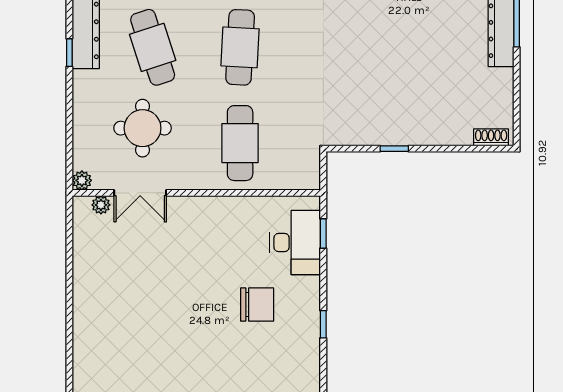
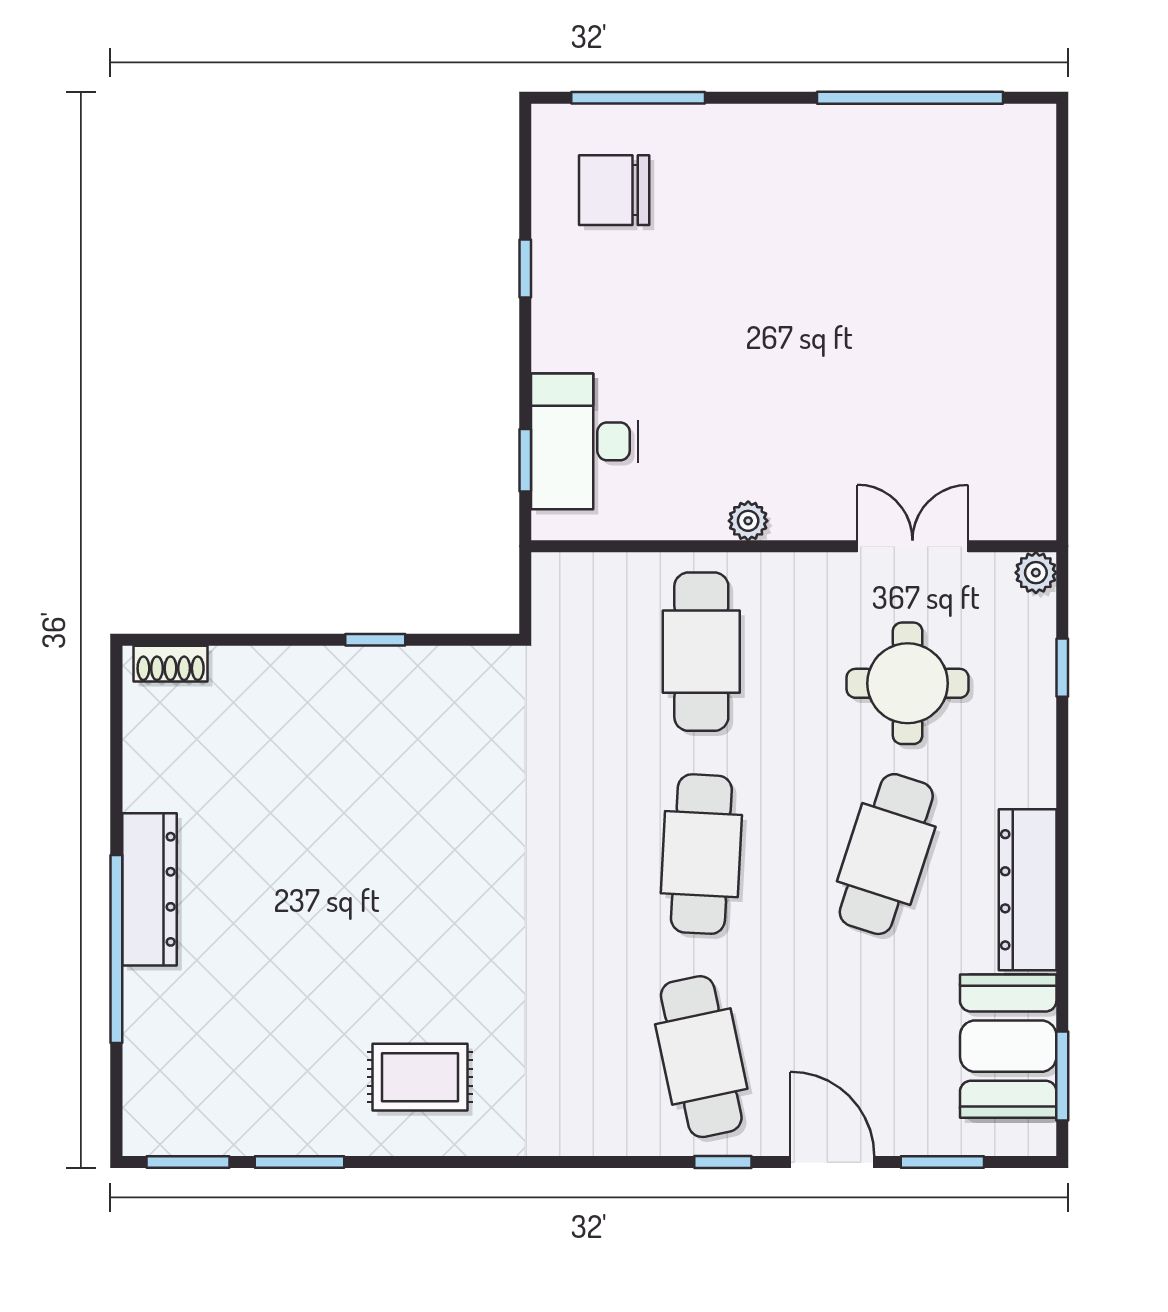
cafe table: (153, 47) -> (886, 854), turned 36
window: (69, 53) -> (1062, 668), moved
plant: (101, 205) -> (748, 521), moved
chair: (257, 305) -> (614, 190), moved

